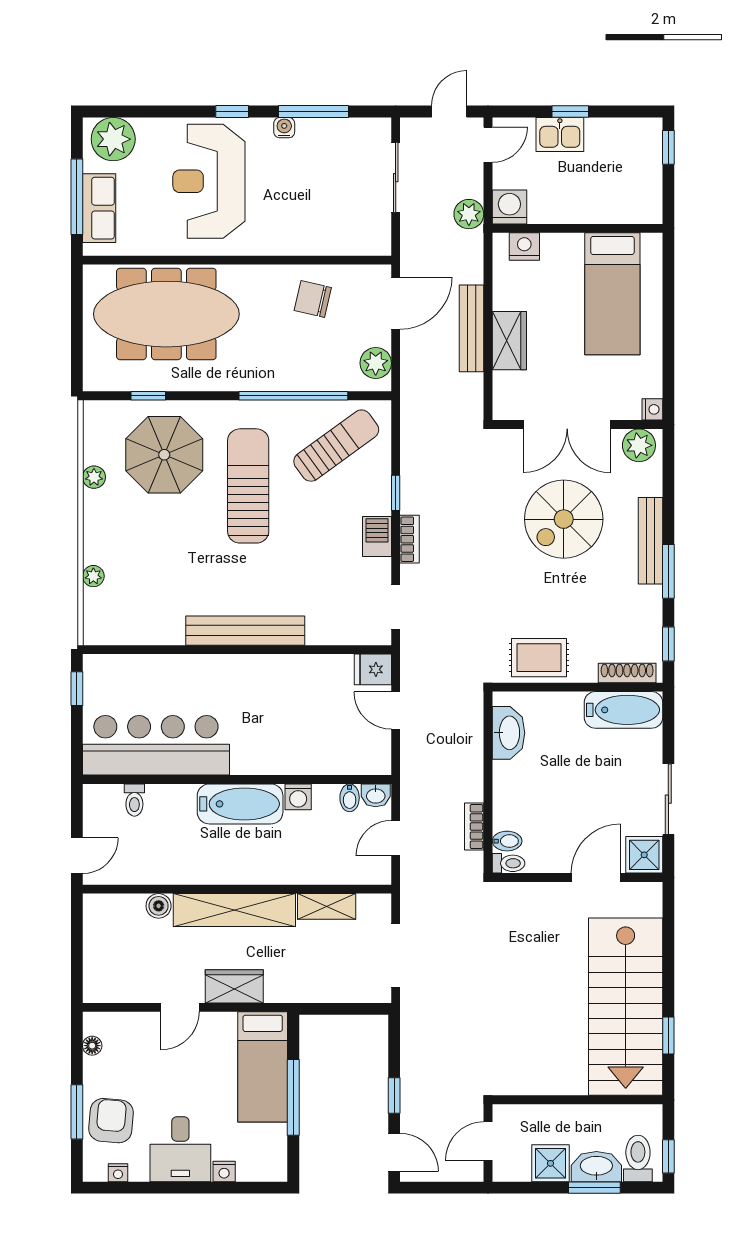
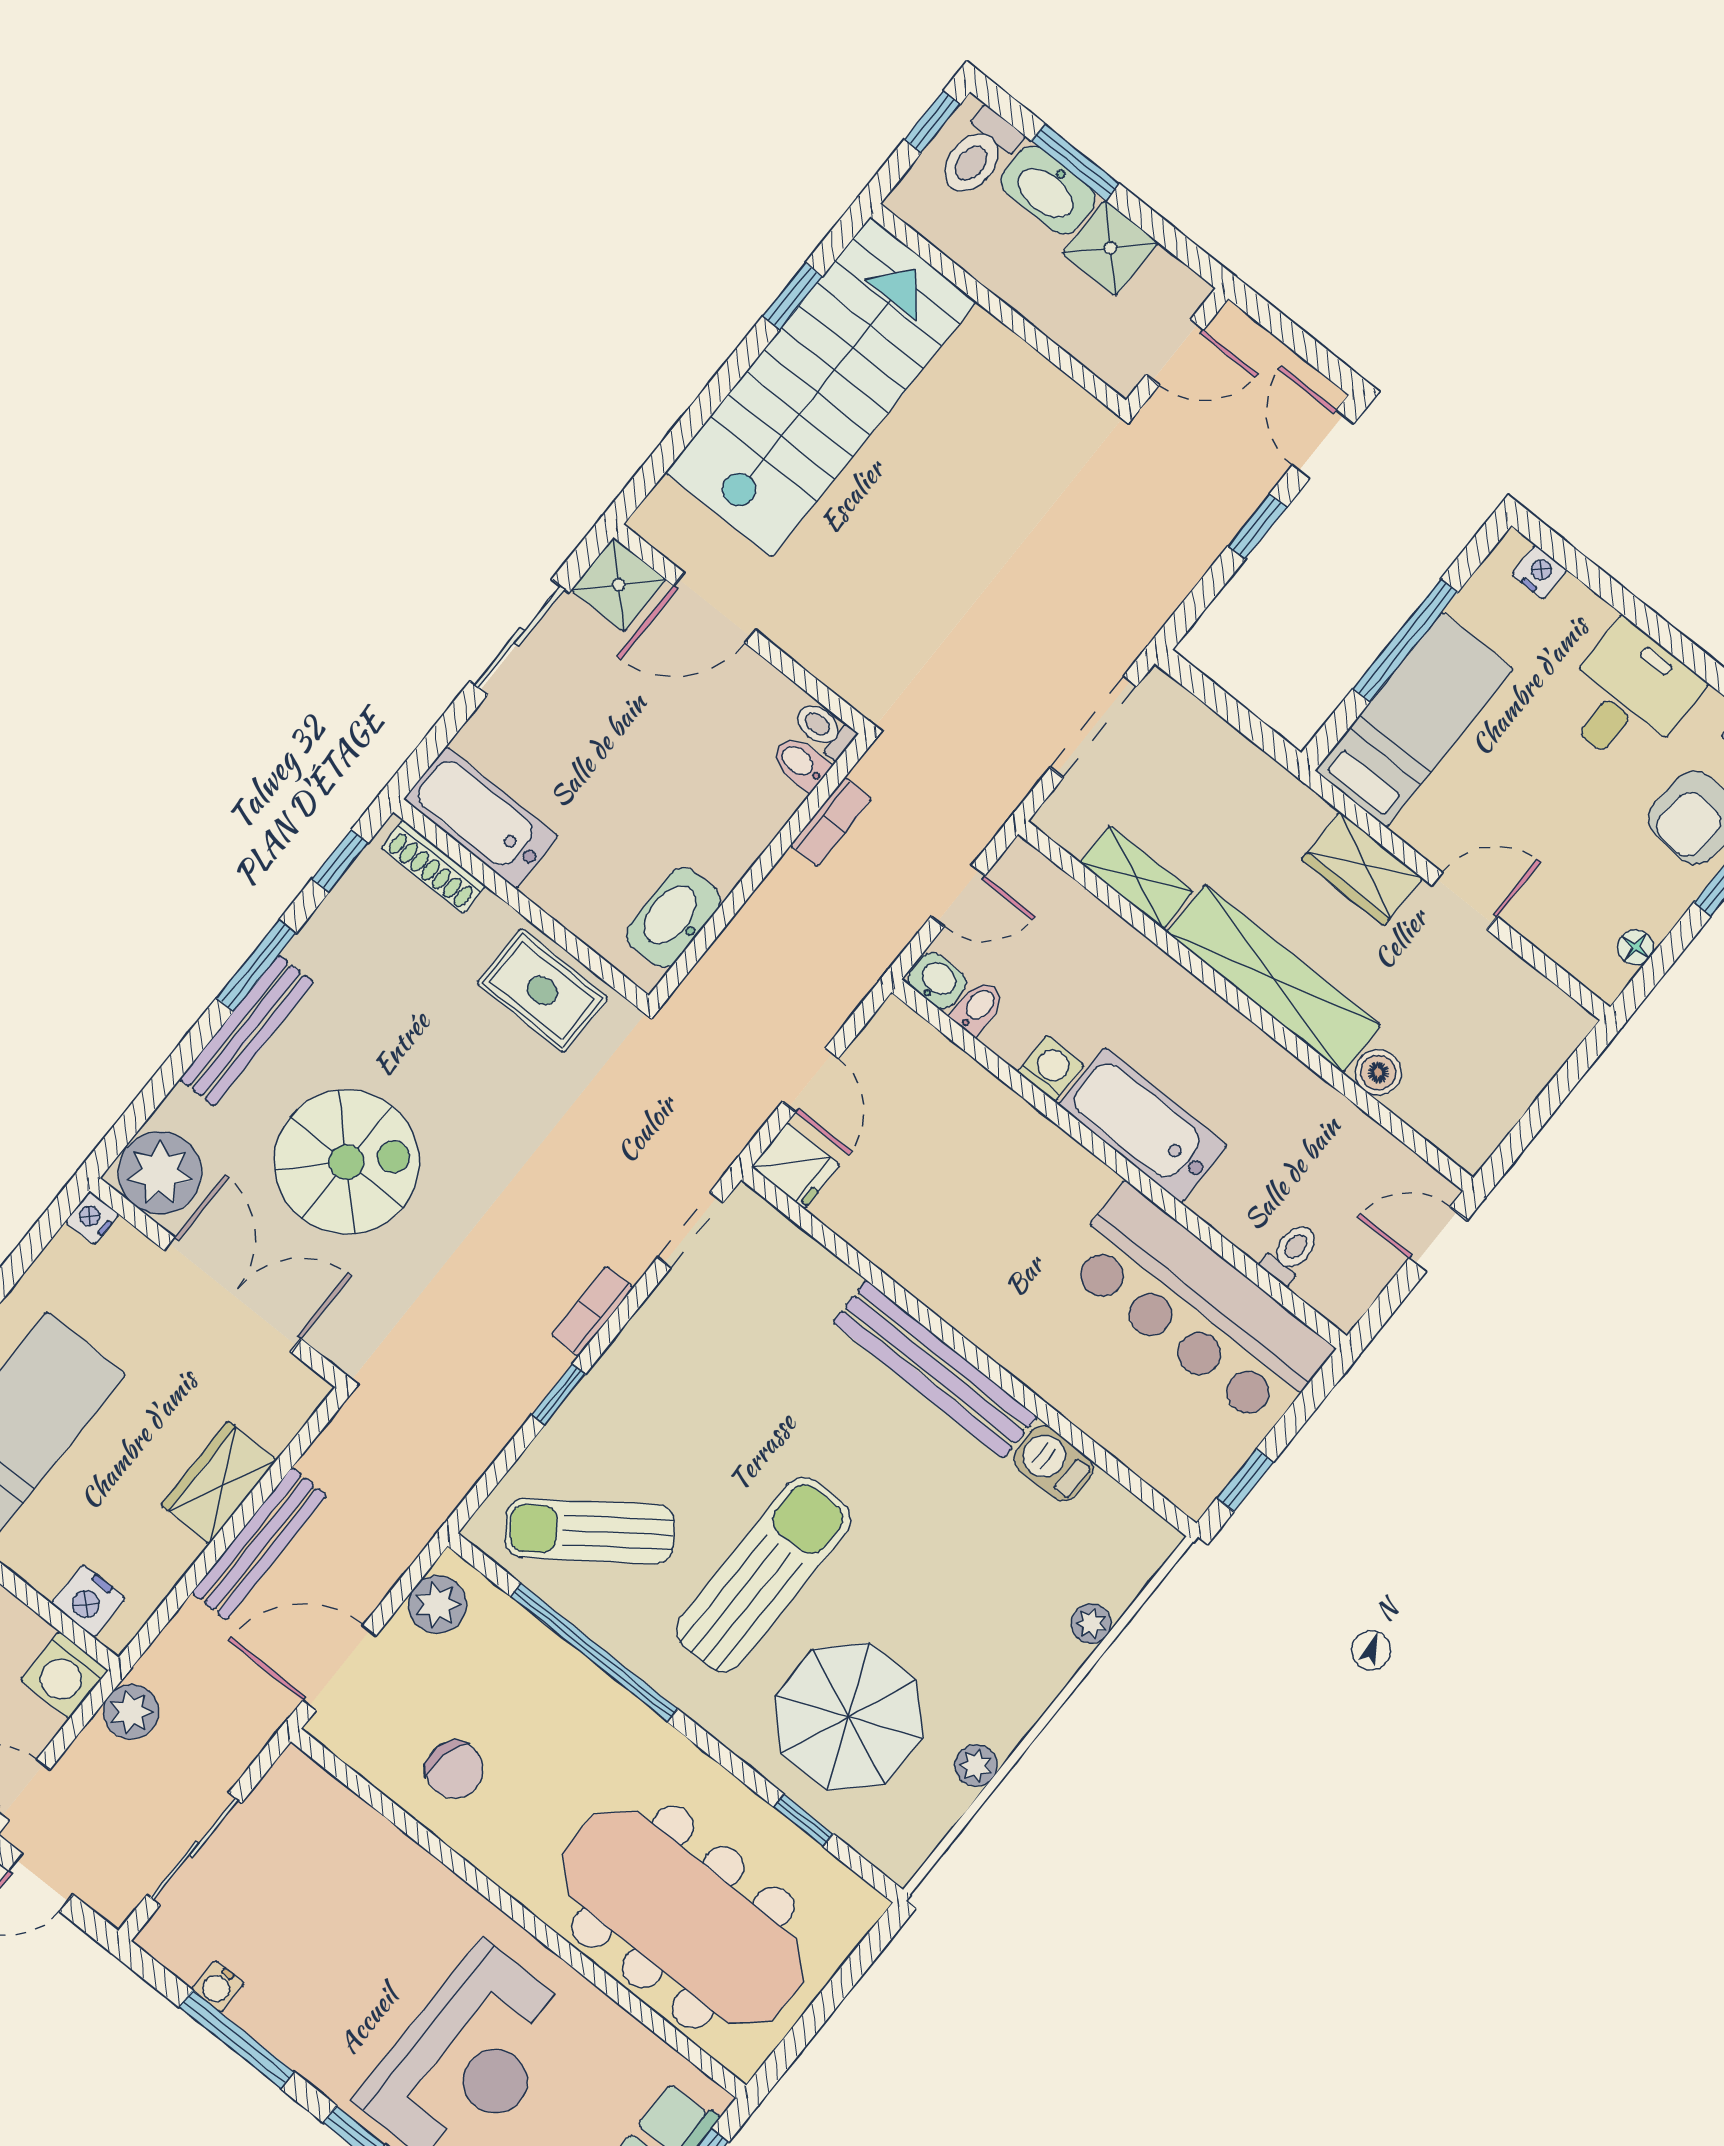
water cooler: (284, 128) -> (218, 1986), moved
plant: (639, 445) -> (160, 1173), width x1.36, depth x1.36
sun lounger: (248, 486) -> (764, 1575), turned 180
barbecue: (377, 536) -> (1054, 1463), moved, turned 90
nightstand: (224, 1172) -> (1539, 572), moved

